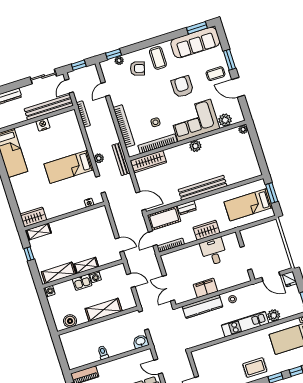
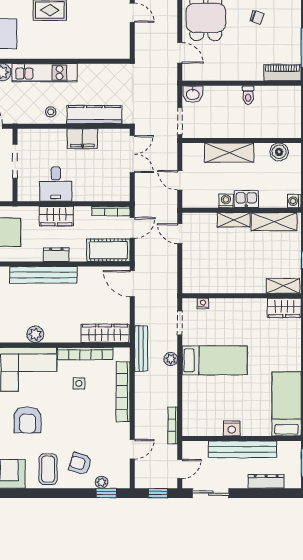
bench: (49, 107) -> (243, 449), moved
dresser: (187, 208) -> (56, 255), moved

